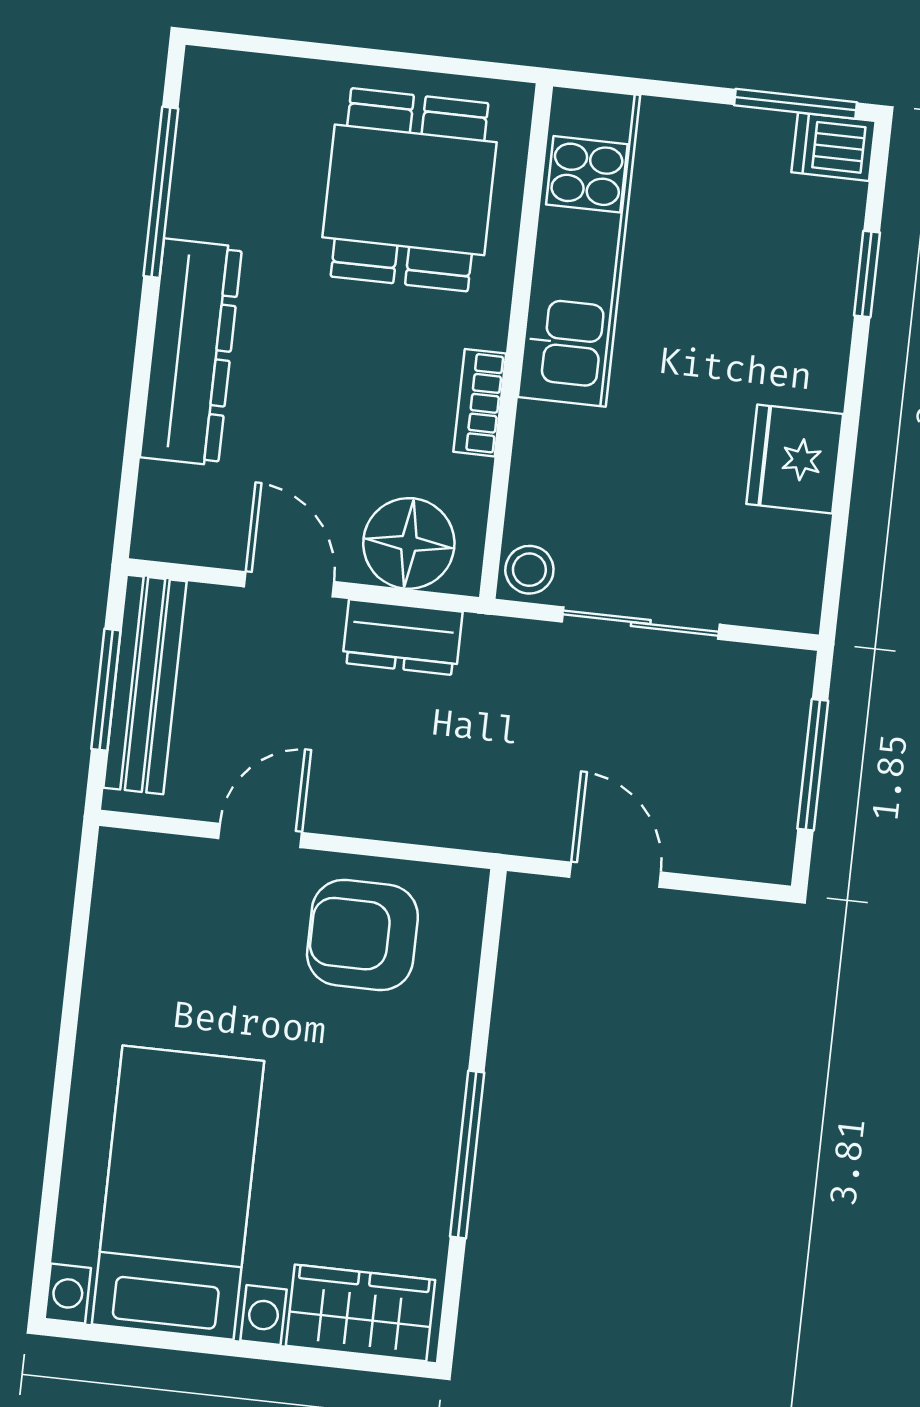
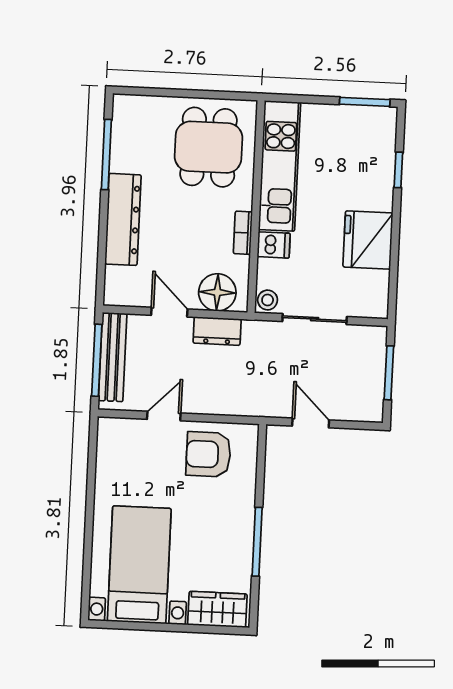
dishwasher: (834, 147) -> (274, 245), moved, turned 180
fridge: (795, 459) -> (368, 240), width x1.36, depth x1.34
window: (106, 690) -> (97, 360), width x1.44

